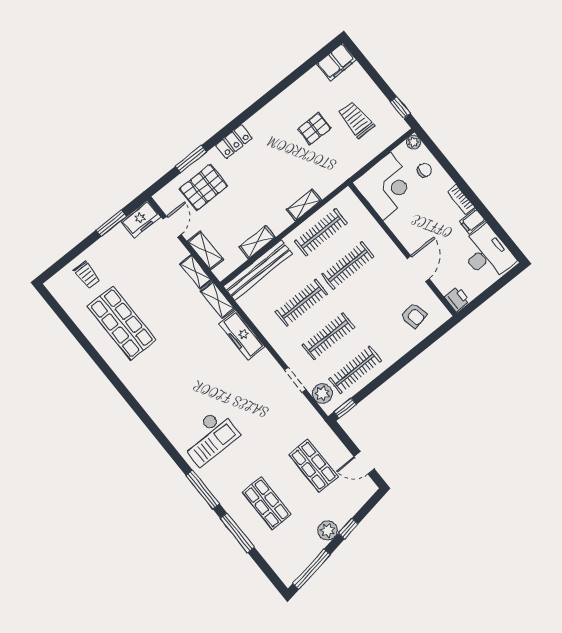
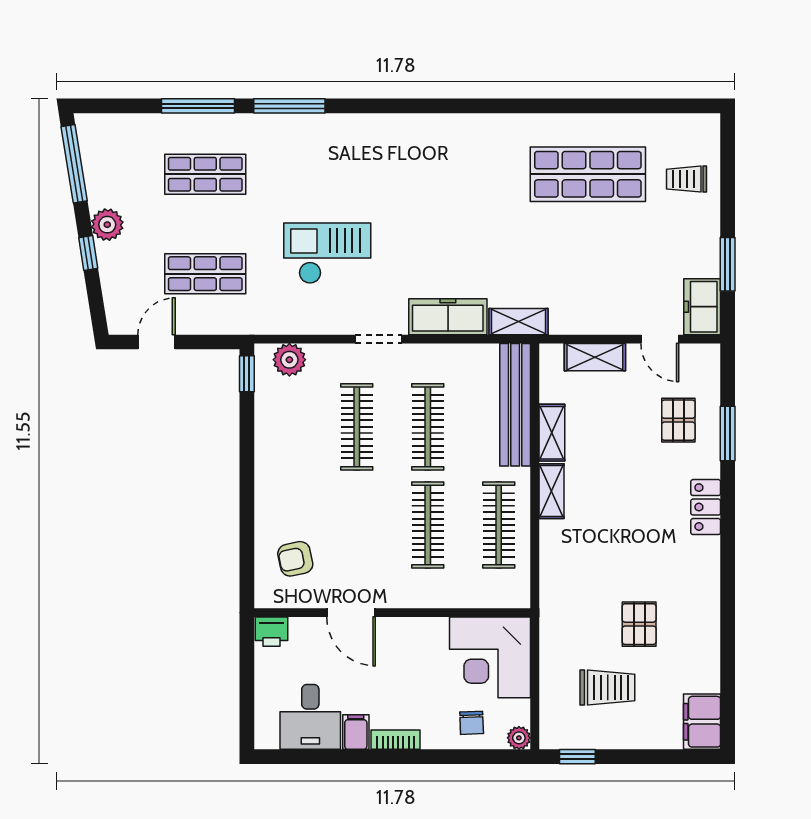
pallet: (203, 187) -> (678, 420), width x0.67, depth x0.71
shelving: (304, 205) -> (551, 491), moved
desk: (487, 254) -> (310, 717), width x0.73
shelving: (196, 272) -> (577, 323), removed
clothes rail: (355, 370) -> (286, 427), removed
doorway: (295, 380) -> (379, 339), moved
checkout: (209, 437) -> (327, 253), moved, turned 90

